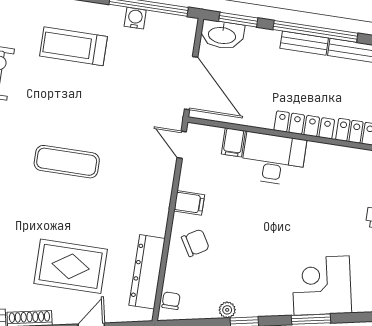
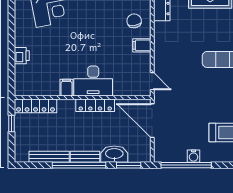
washbasin: (222, 35) -> (114, 154), moved
locker: (304, 125) -> (95, 105), moved
filing cabinet: (233, 142) -> (66, 88), moved
chair: (195, 243) -> (134, 21), turned 112

